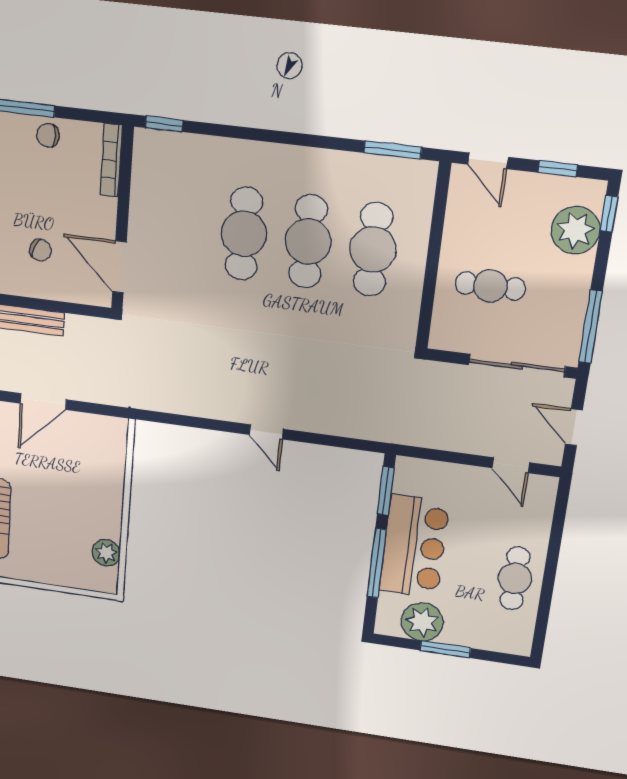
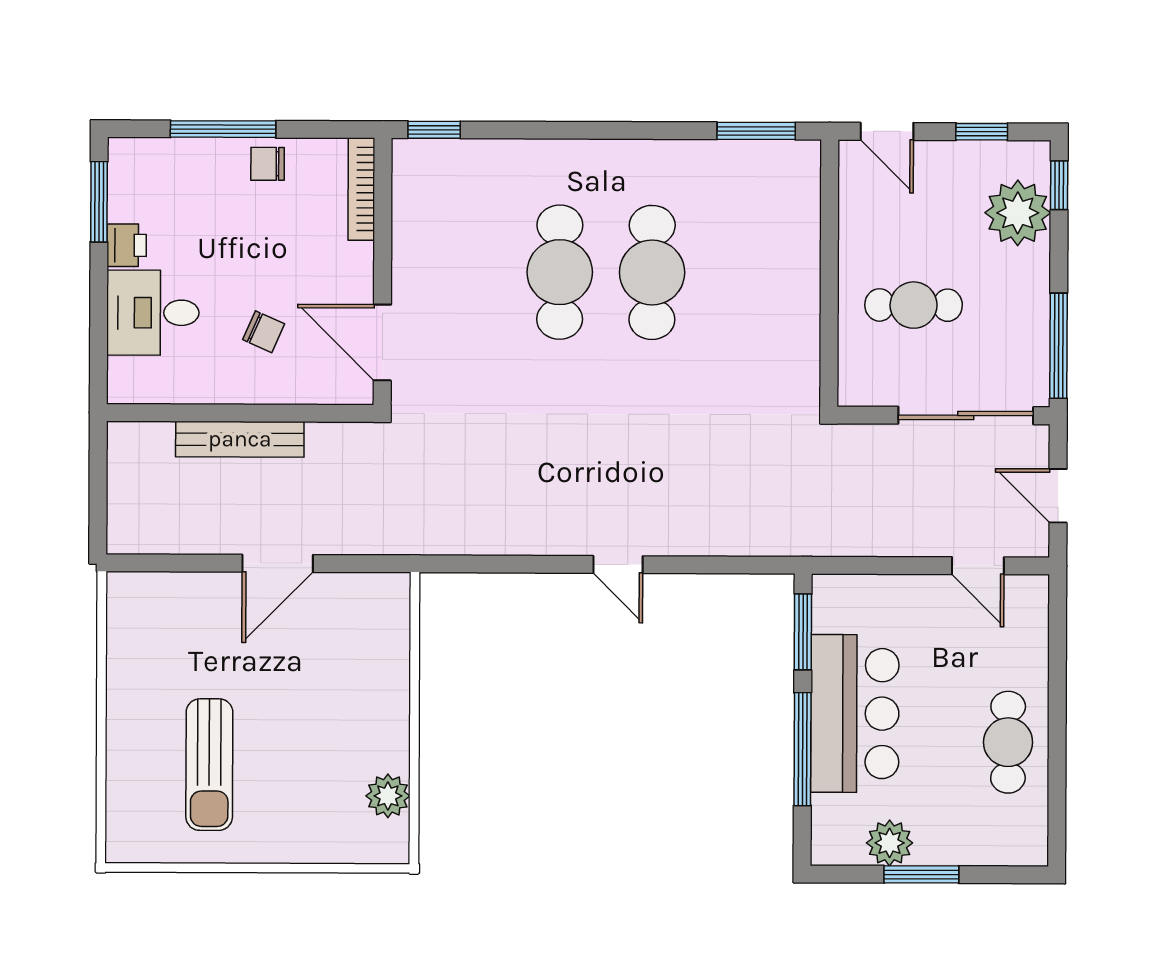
cafe table: (373, 249) -> (744, 273), removed
plant: (422, 622) -> (890, 843), width x0.73, depth x0.73

